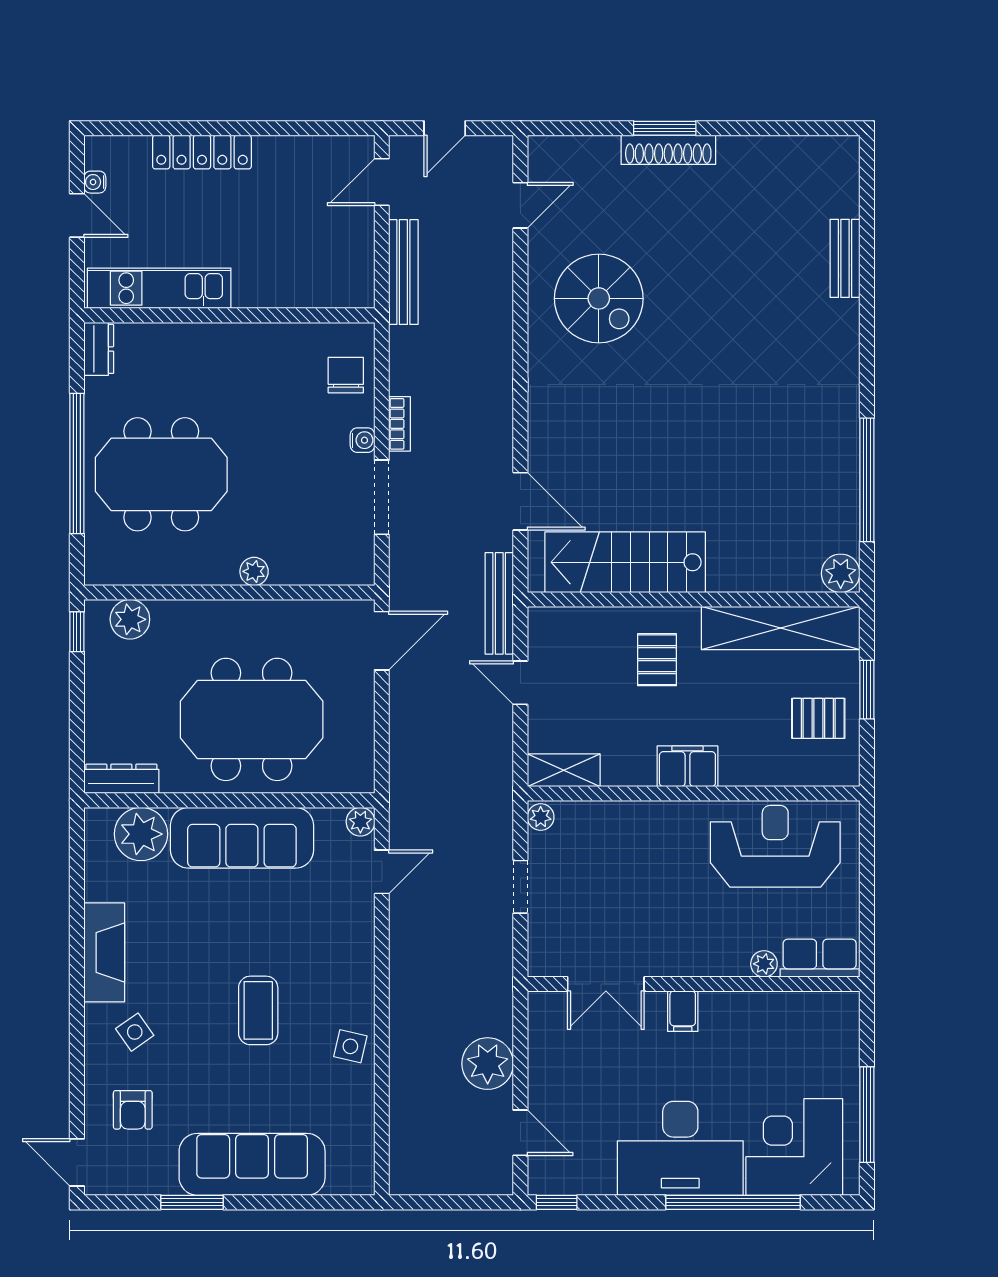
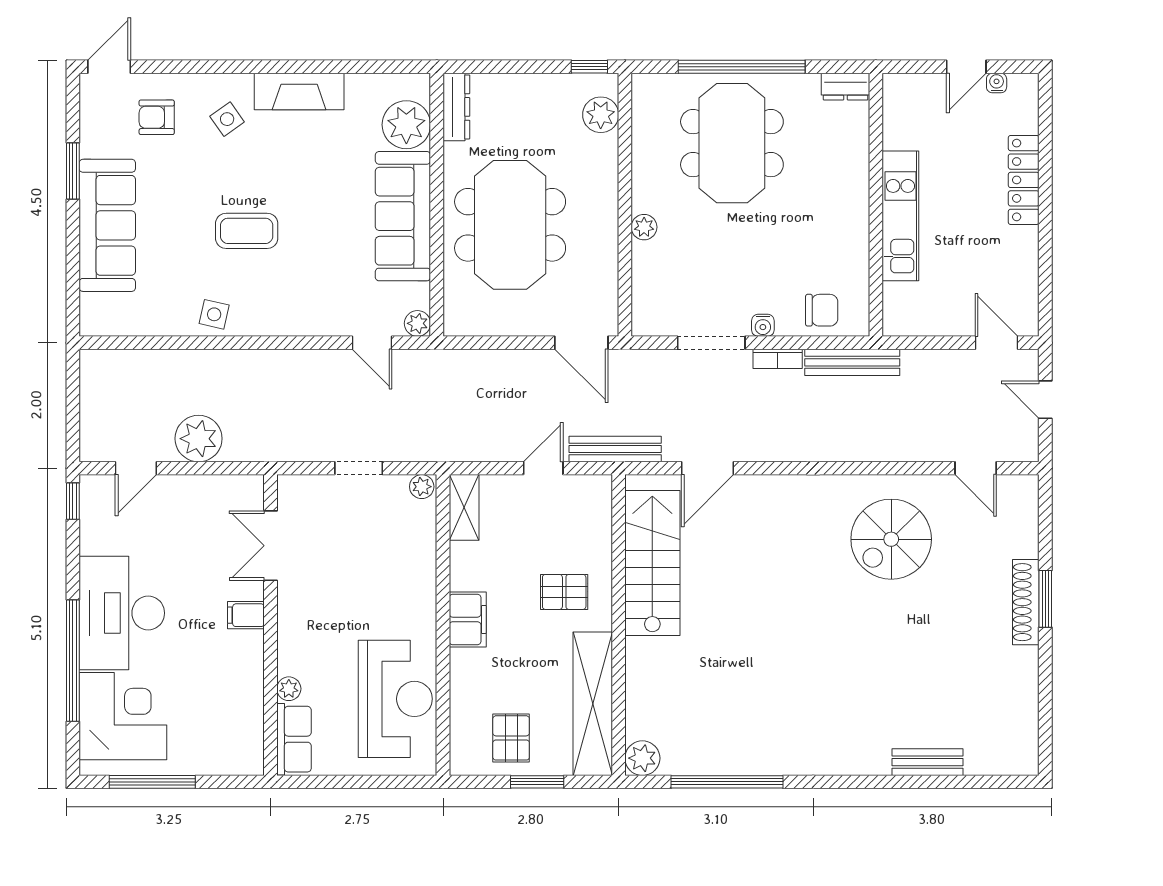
bench: (403, 272) -> (852, 362), moved
kitchen unit: (159, 288) -> (900, 216), moved

